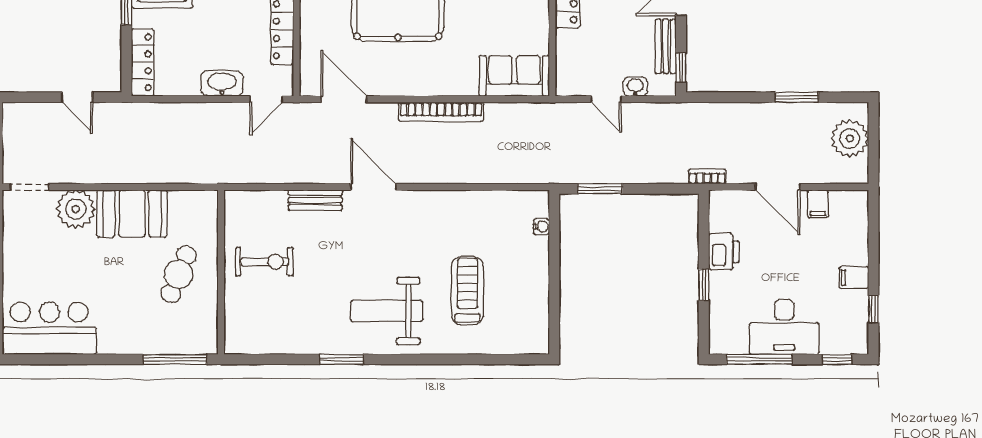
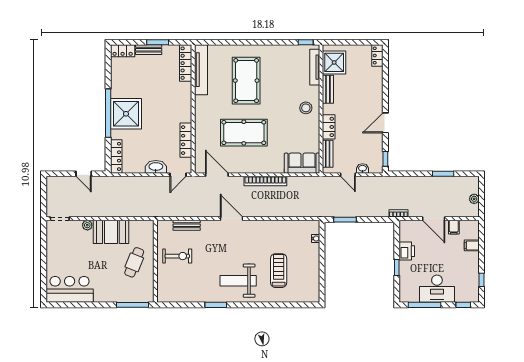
bench: (666, 46) -> (328, 154), moved
plant: (850, 138) -> (474, 199), width x0.53, depth x0.53
bench: (315, 200) -> (187, 225), moved
plant: (76, 209) -> (87, 225), width x0.53, depth x0.53
filing cabinet: (854, 278) -> (472, 245), moved

